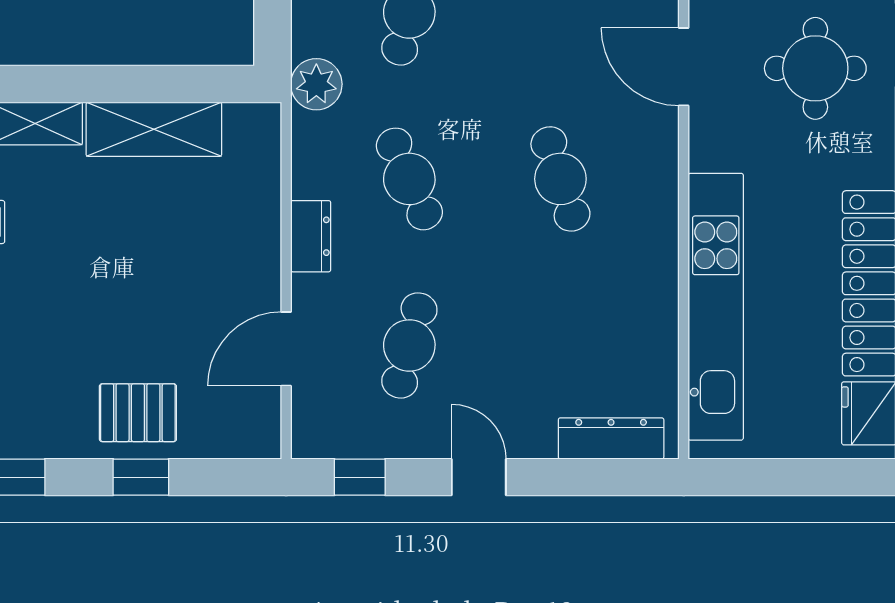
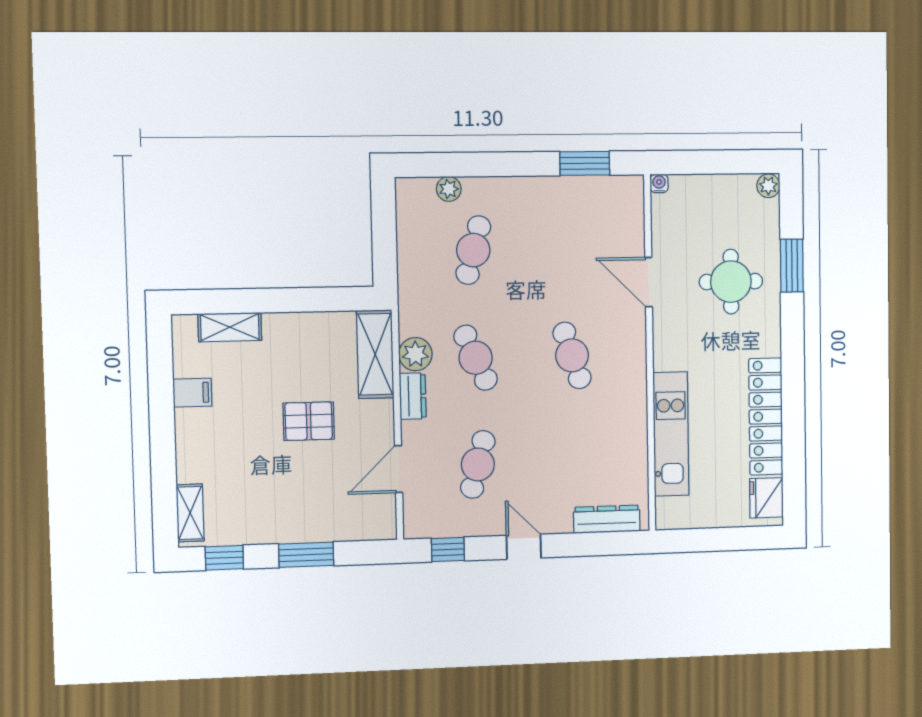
plant: (316, 84) -> (415, 354), moved
shelving: (154, 129) -> (375, 354), moved, turned 90
kitchen unit: (716, 307) -> (671, 434), width x0.73
pallet: (138, 413) -> (309, 421), moved
window: (141, 477) -> (306, 555), width x1.50

